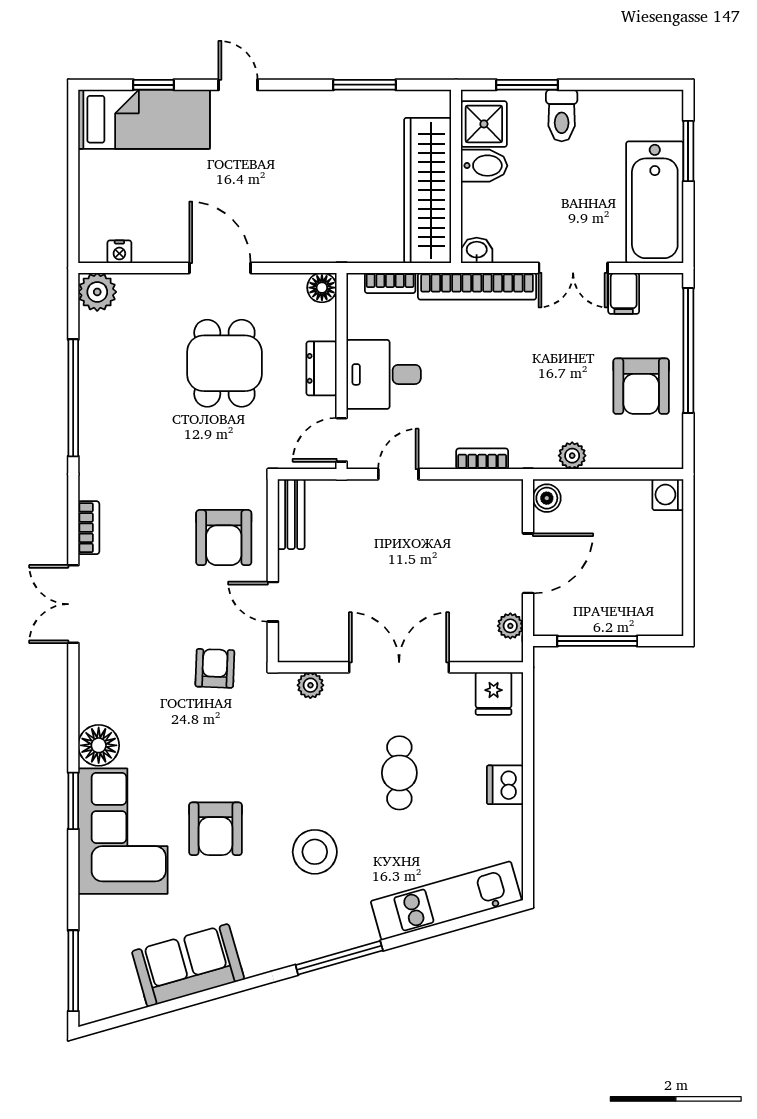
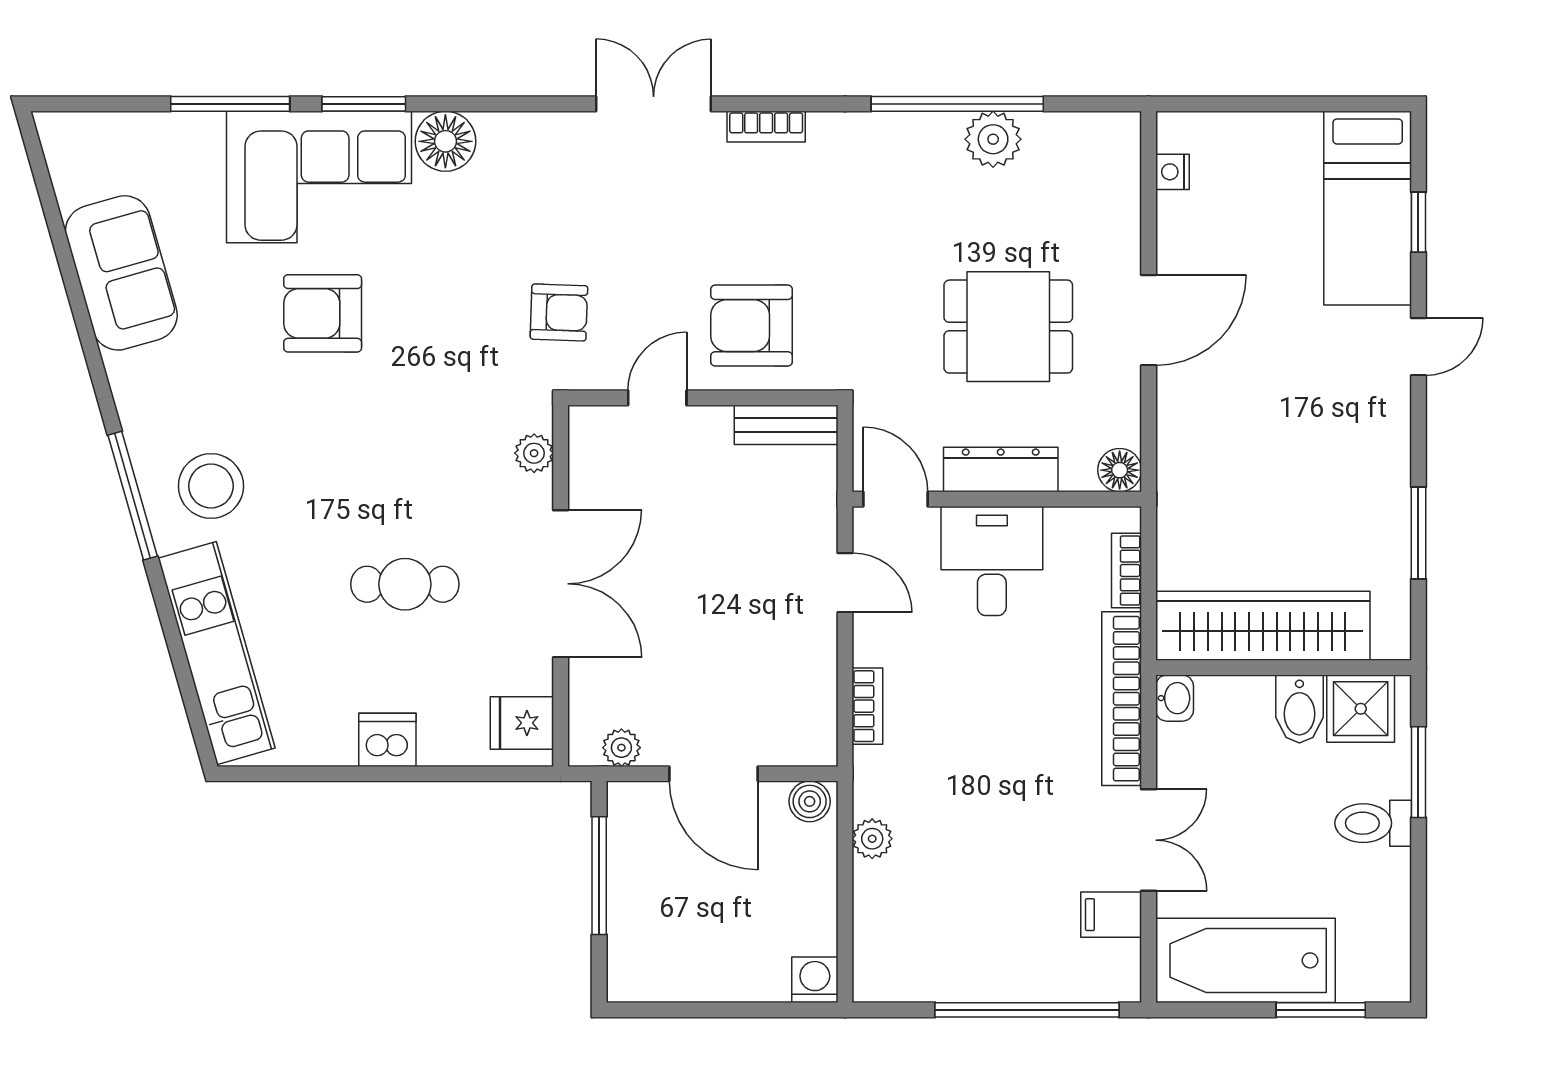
double door: (573, 268) -> (1149, 840), swing flipped
plant: (97, 292) -> (993, 139), moved
dresser: (321, 368) -> (1001, 469), width x1.44
armchair: (641, 386) -> (975, 940), removed
stool: (315, 852) -> (211, 486), moved
window: (73, 971) -> (230, 104), moved

